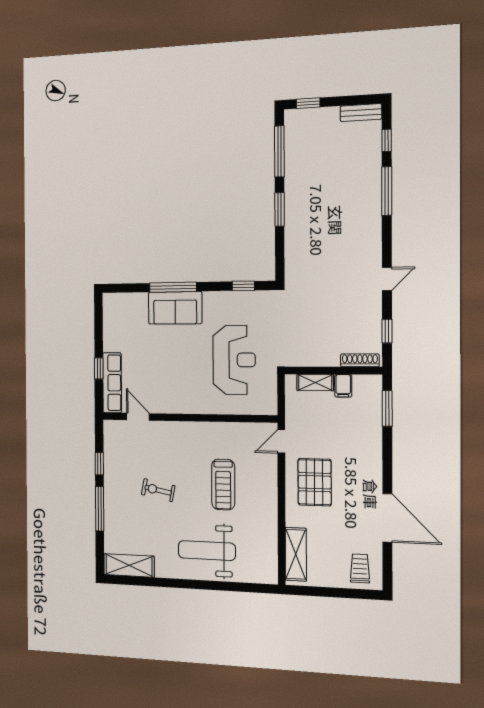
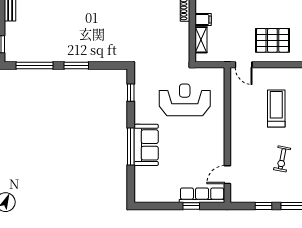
treadmill: (223, 485) -> (276, 109), turned -90

